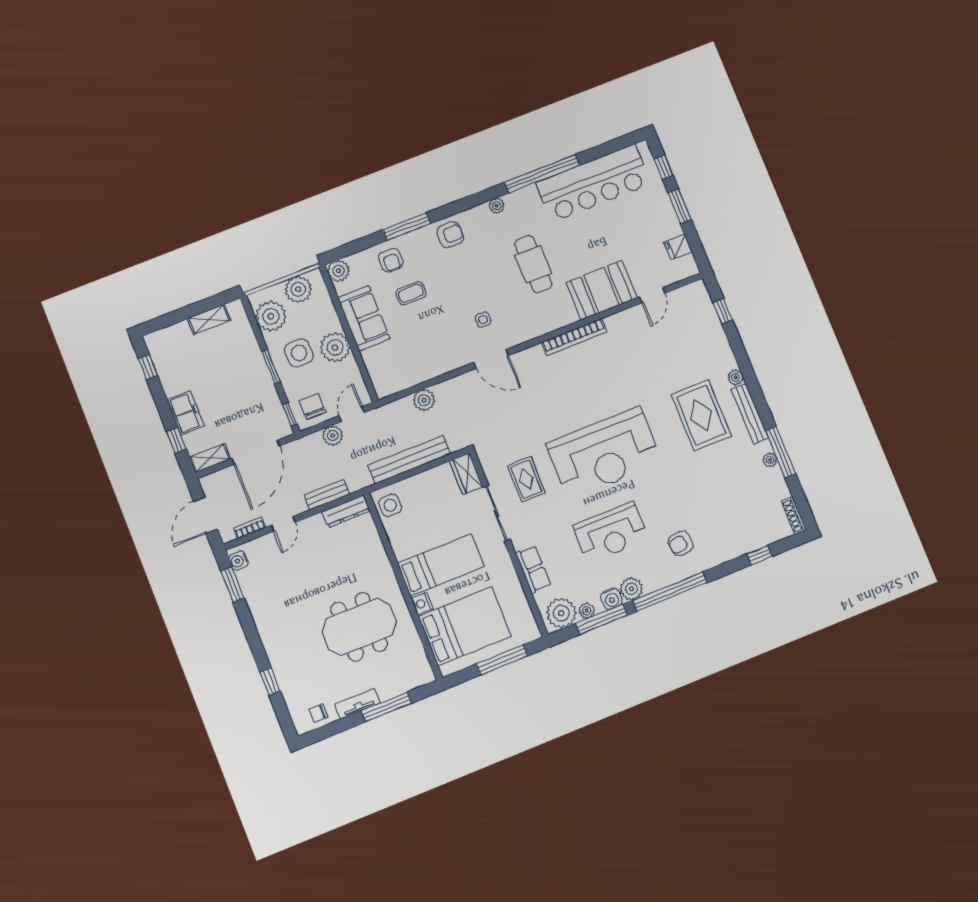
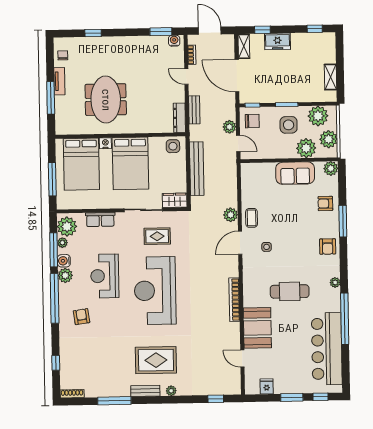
coffee table: (411, 293) -> (252, 218), moved
plant: (335, 347) -> (306, 148), moved
plant: (424, 400) -> (231, 215), moved
bench: (750, 414) -> (145, 391), width x0.73
plant: (770, 460) -> (112, 392), removed
bed: (441, 565) -> (130, 163), width x1.50

